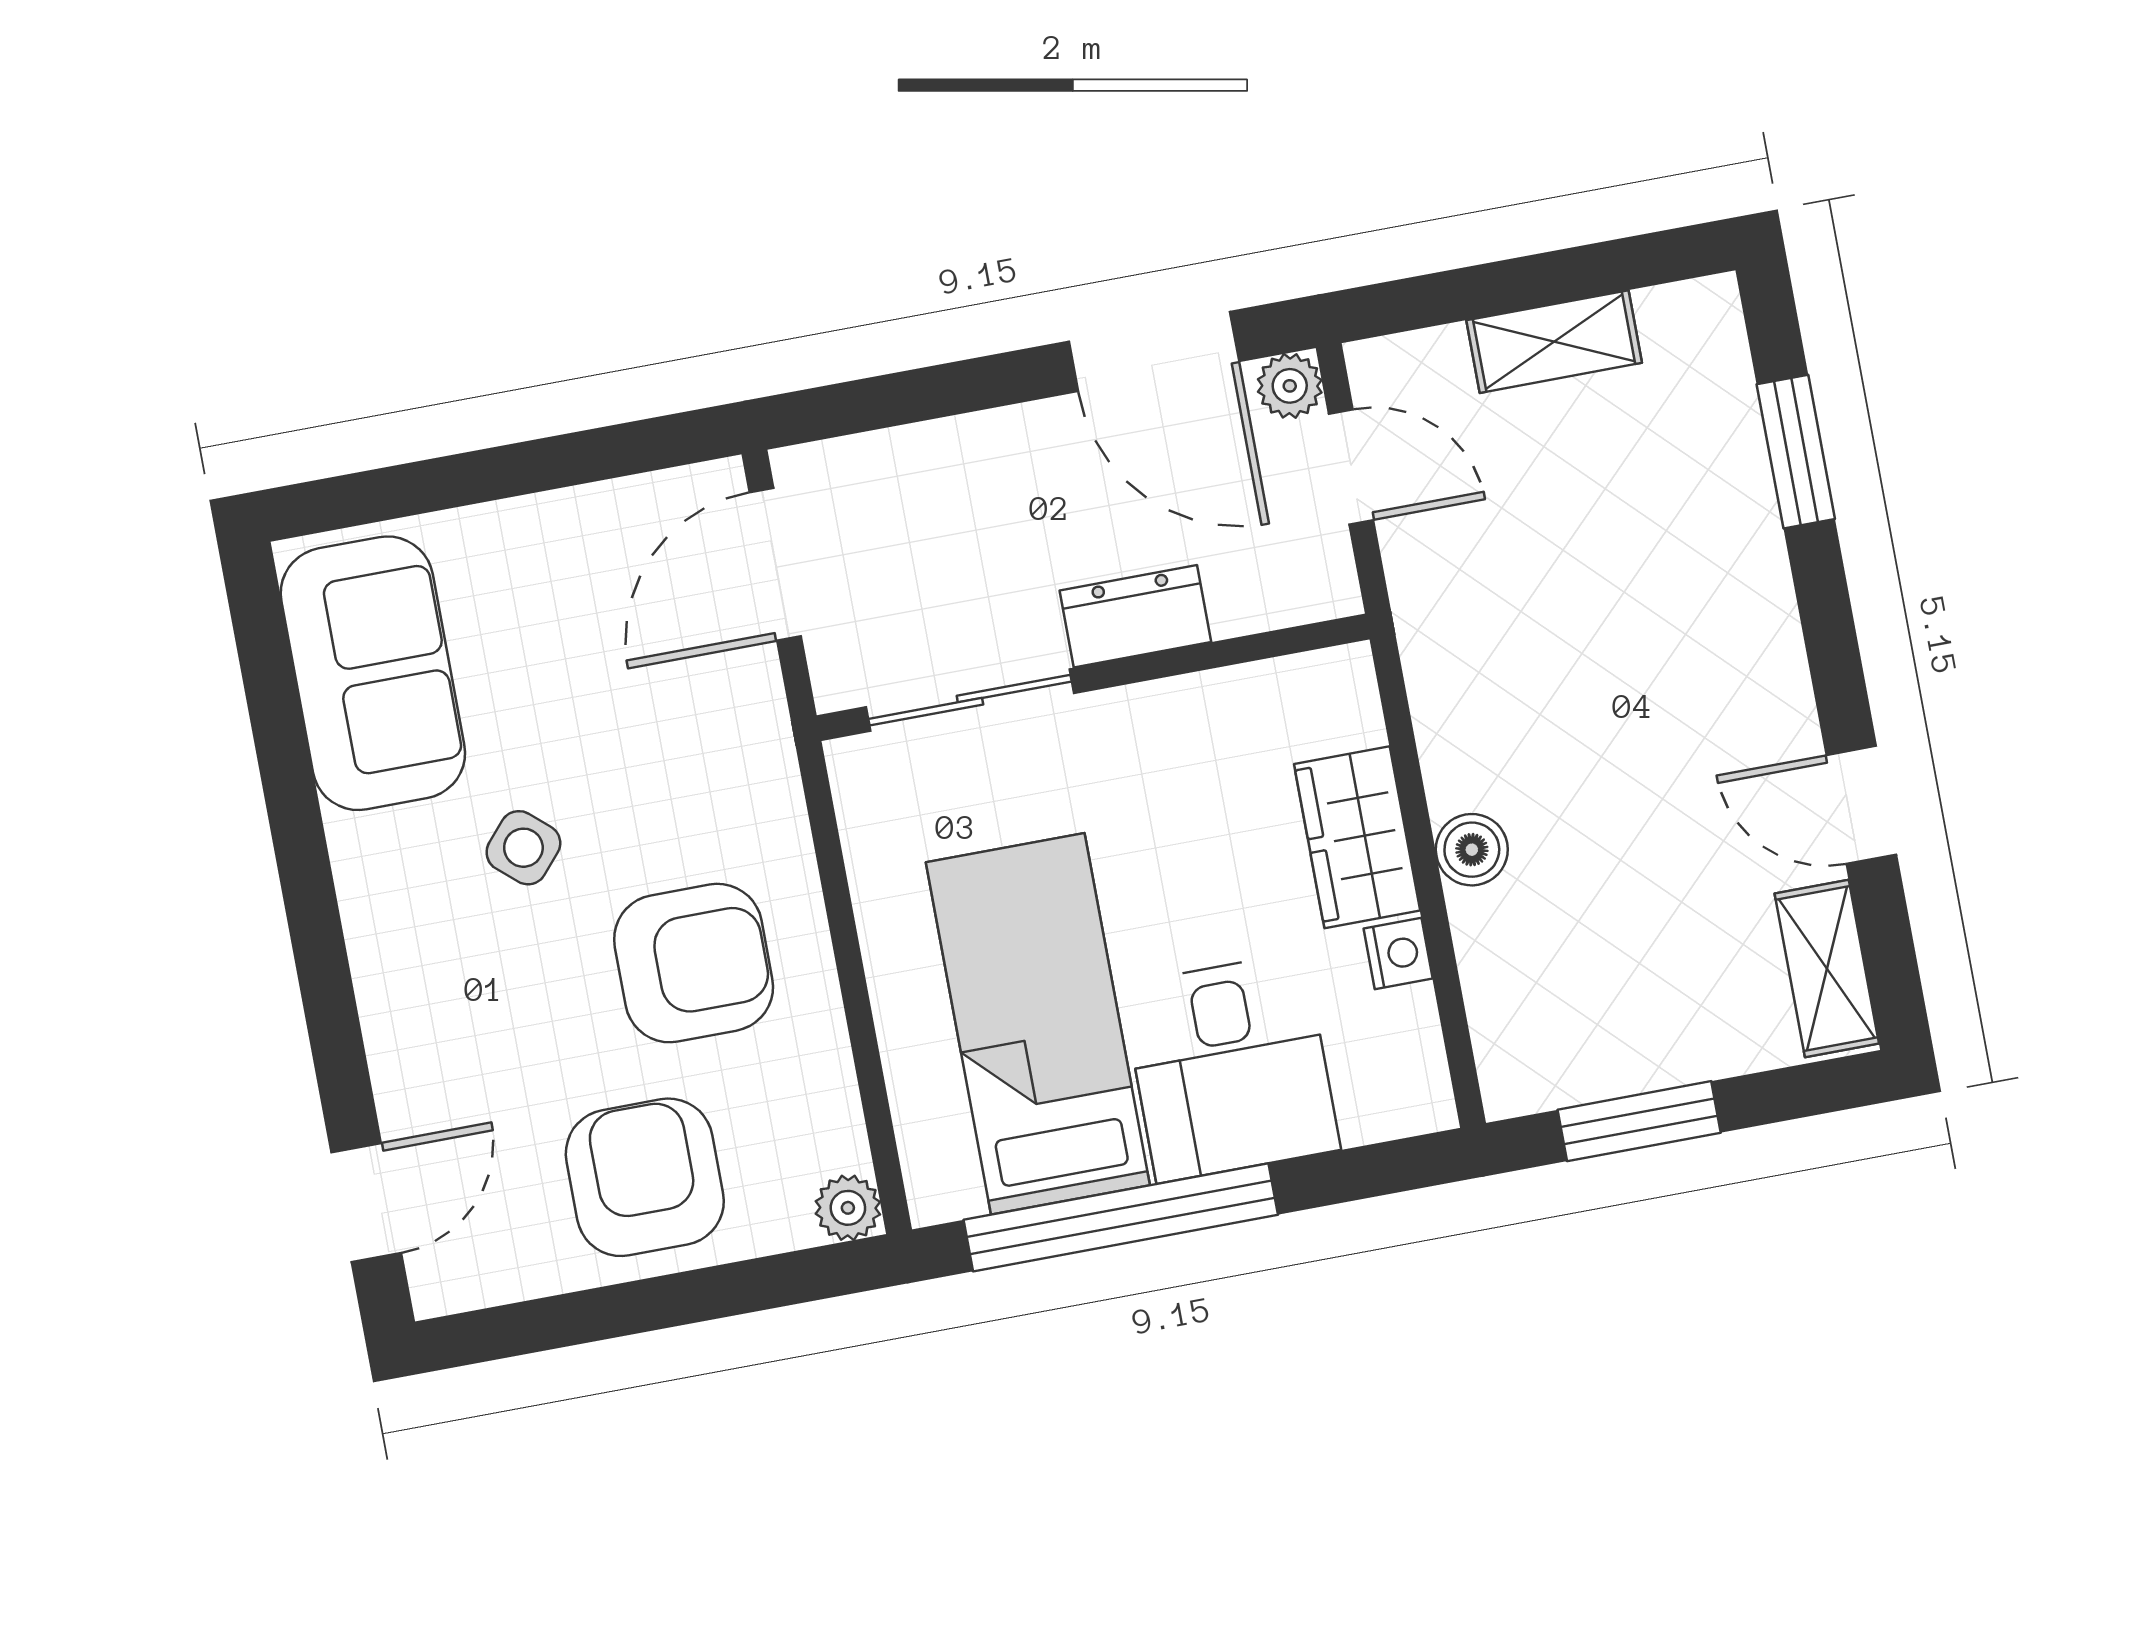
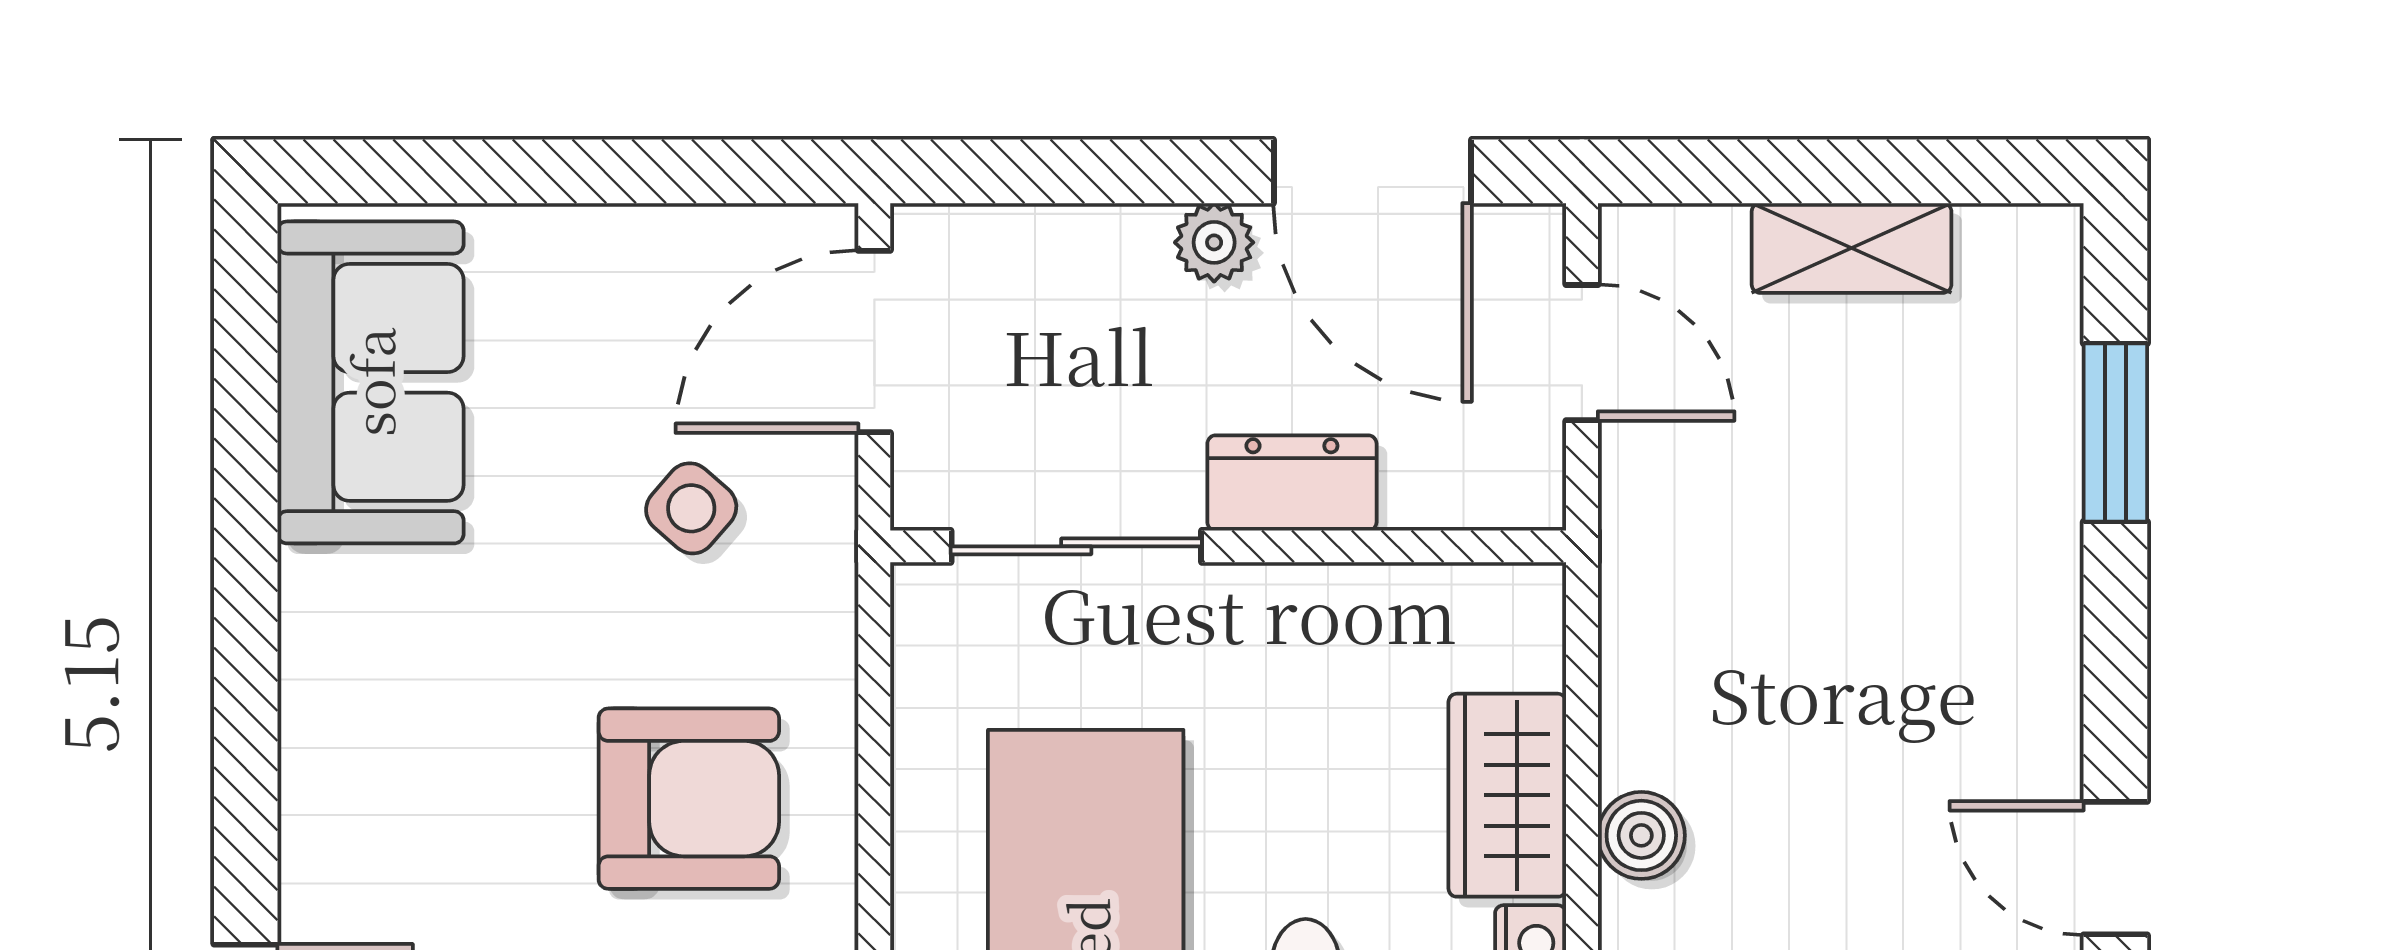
plant: (1290, 386) -> (1214, 242), moved
side table: (523, 848) -> (691, 508), moved

